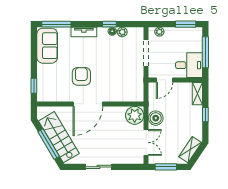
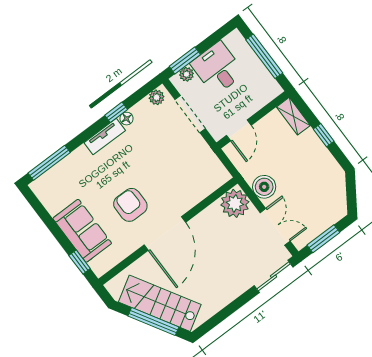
window: (186, 24) -> (185, 60), moved
tv unit: (84, 32) -> (105, 137), moved
plant: (122, 32) -> (157, 97), moved
sofa: (47, 46) -> (82, 231), moved
desk: (189, 65) -> (218, 68), moved, turned -90
shelving: (190, 150) -> (338, 194), removed
sliding door: (99, 167) -> (274, 276), moved

